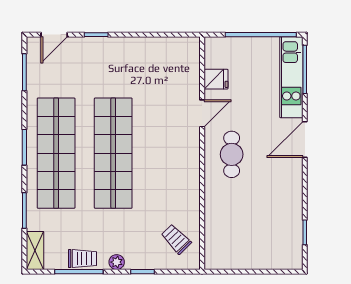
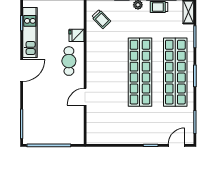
kitchen unit: (291, 77) -> (30, 32), moved
fridge: (216, 79) -> (76, 35), moved
door: (305, 140) -> (22, 70), moved
cafe table: (232, 154) -> (69, 61), moved

